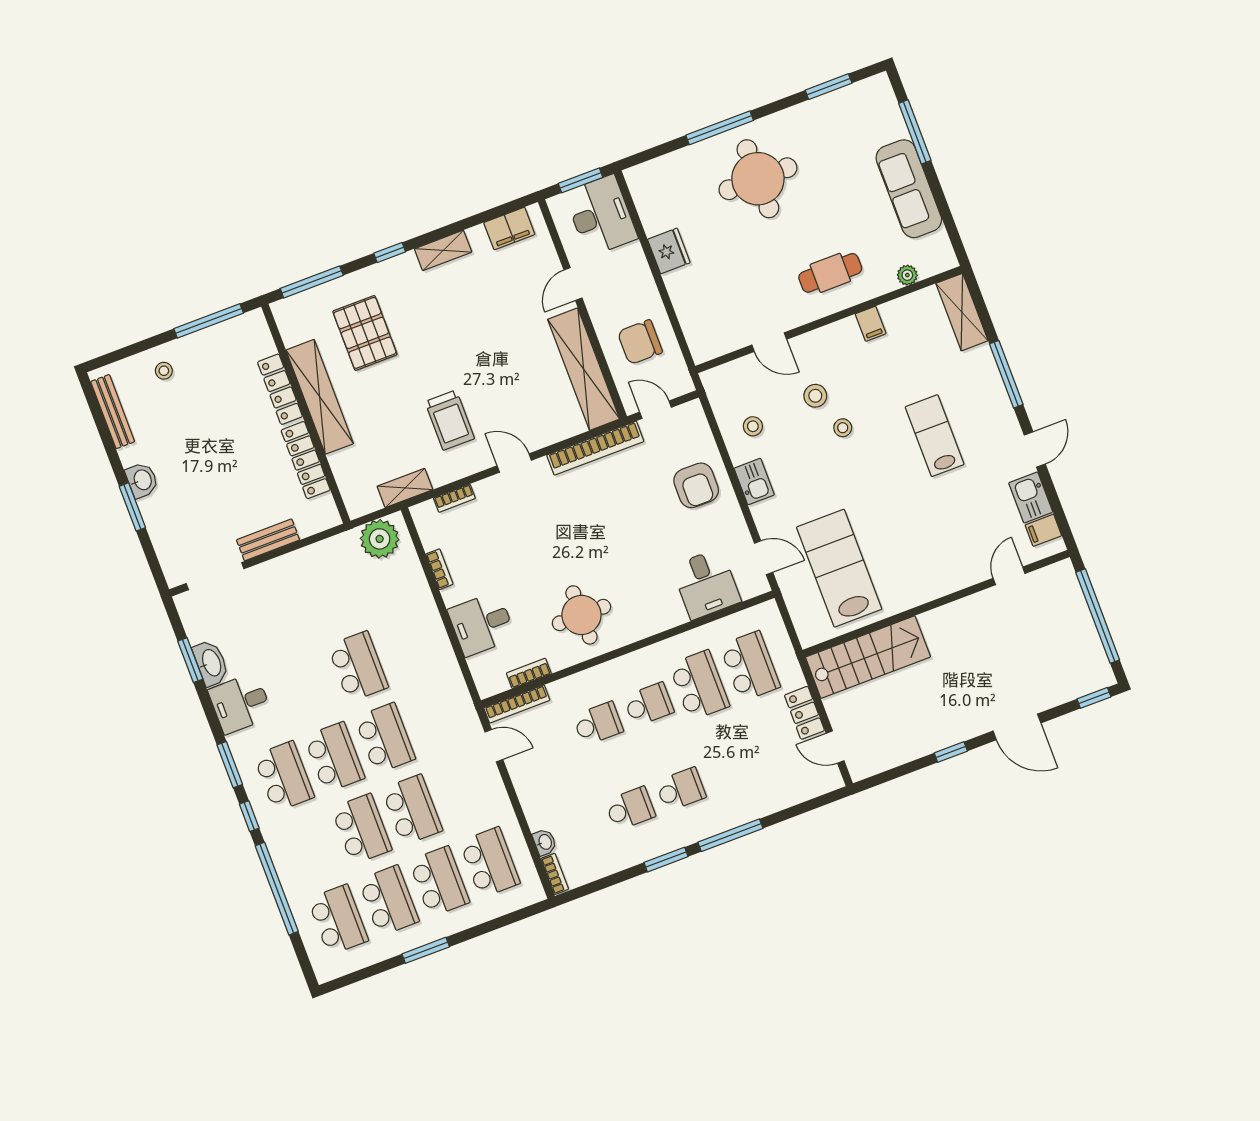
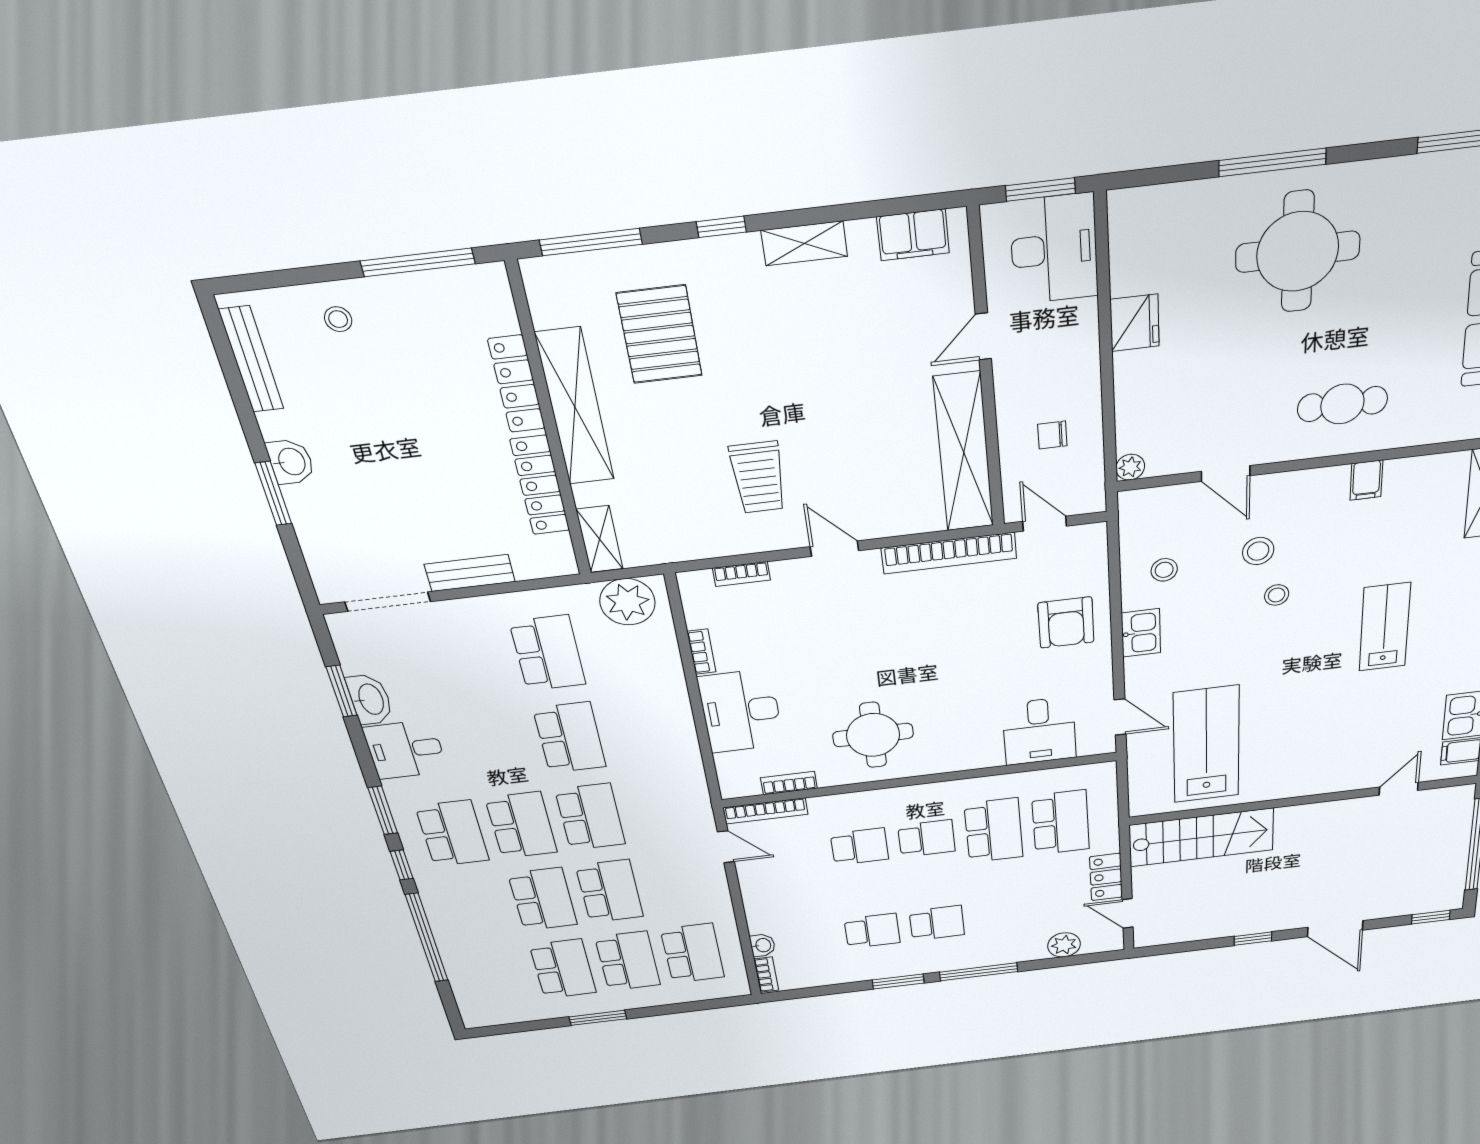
plant: (907, 275) -> (1130, 467), moved
chair: (640, 342) -> (1052, 435), width x0.54, depth x0.54
shelving: (405, 488) -> (600, 539), moved, turned 90
desk: (482, 624) -> (741, 711), width x1.37
plant: (793, 791) -> (1064, 945), added
school desk: (338, 920) -> (548, 653), moved

